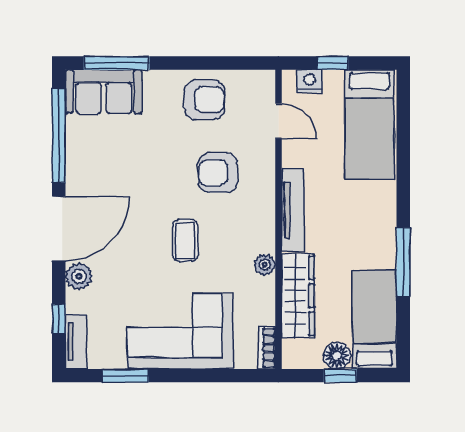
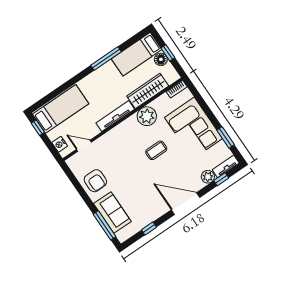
window: (333, 63) -> (38, 128), moved
sofa: (103, 92) -> (112, 213), moved
armchair: (205, 100) -> (95, 181), turned 180
door: (278, 121) -> (84, 146), hinge flipped
window: (59, 136) -> (149, 229), width x0.32
armchair: (218, 173) -> (121, 156), removed
plant: (265, 265) -> (147, 116), width x1.88, depth x1.88
plant: (79, 276) -> (208, 177), moved

